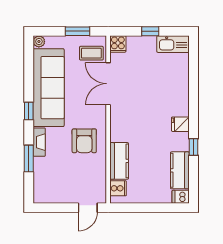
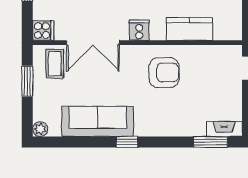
sofa: (49, 88) -> (98, 121), width x0.74, depth x0.79
fireplace: (39, 142) -> (224, 129), moved
window: (29, 158) -> (211, 142), moved
cooker: (118, 188) -> (139, 30), moved

